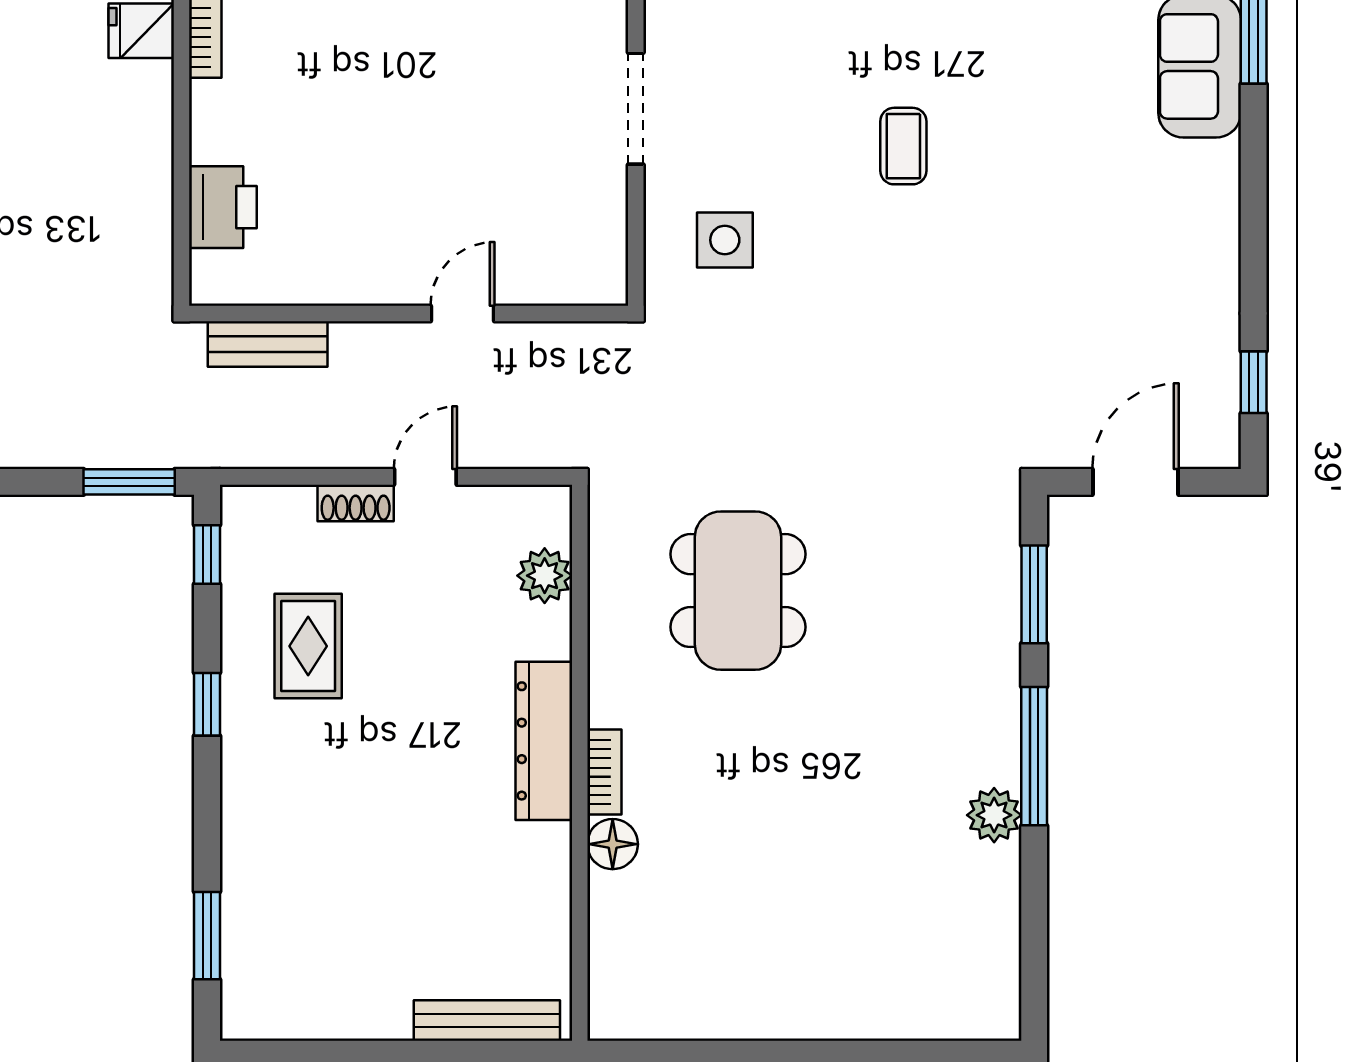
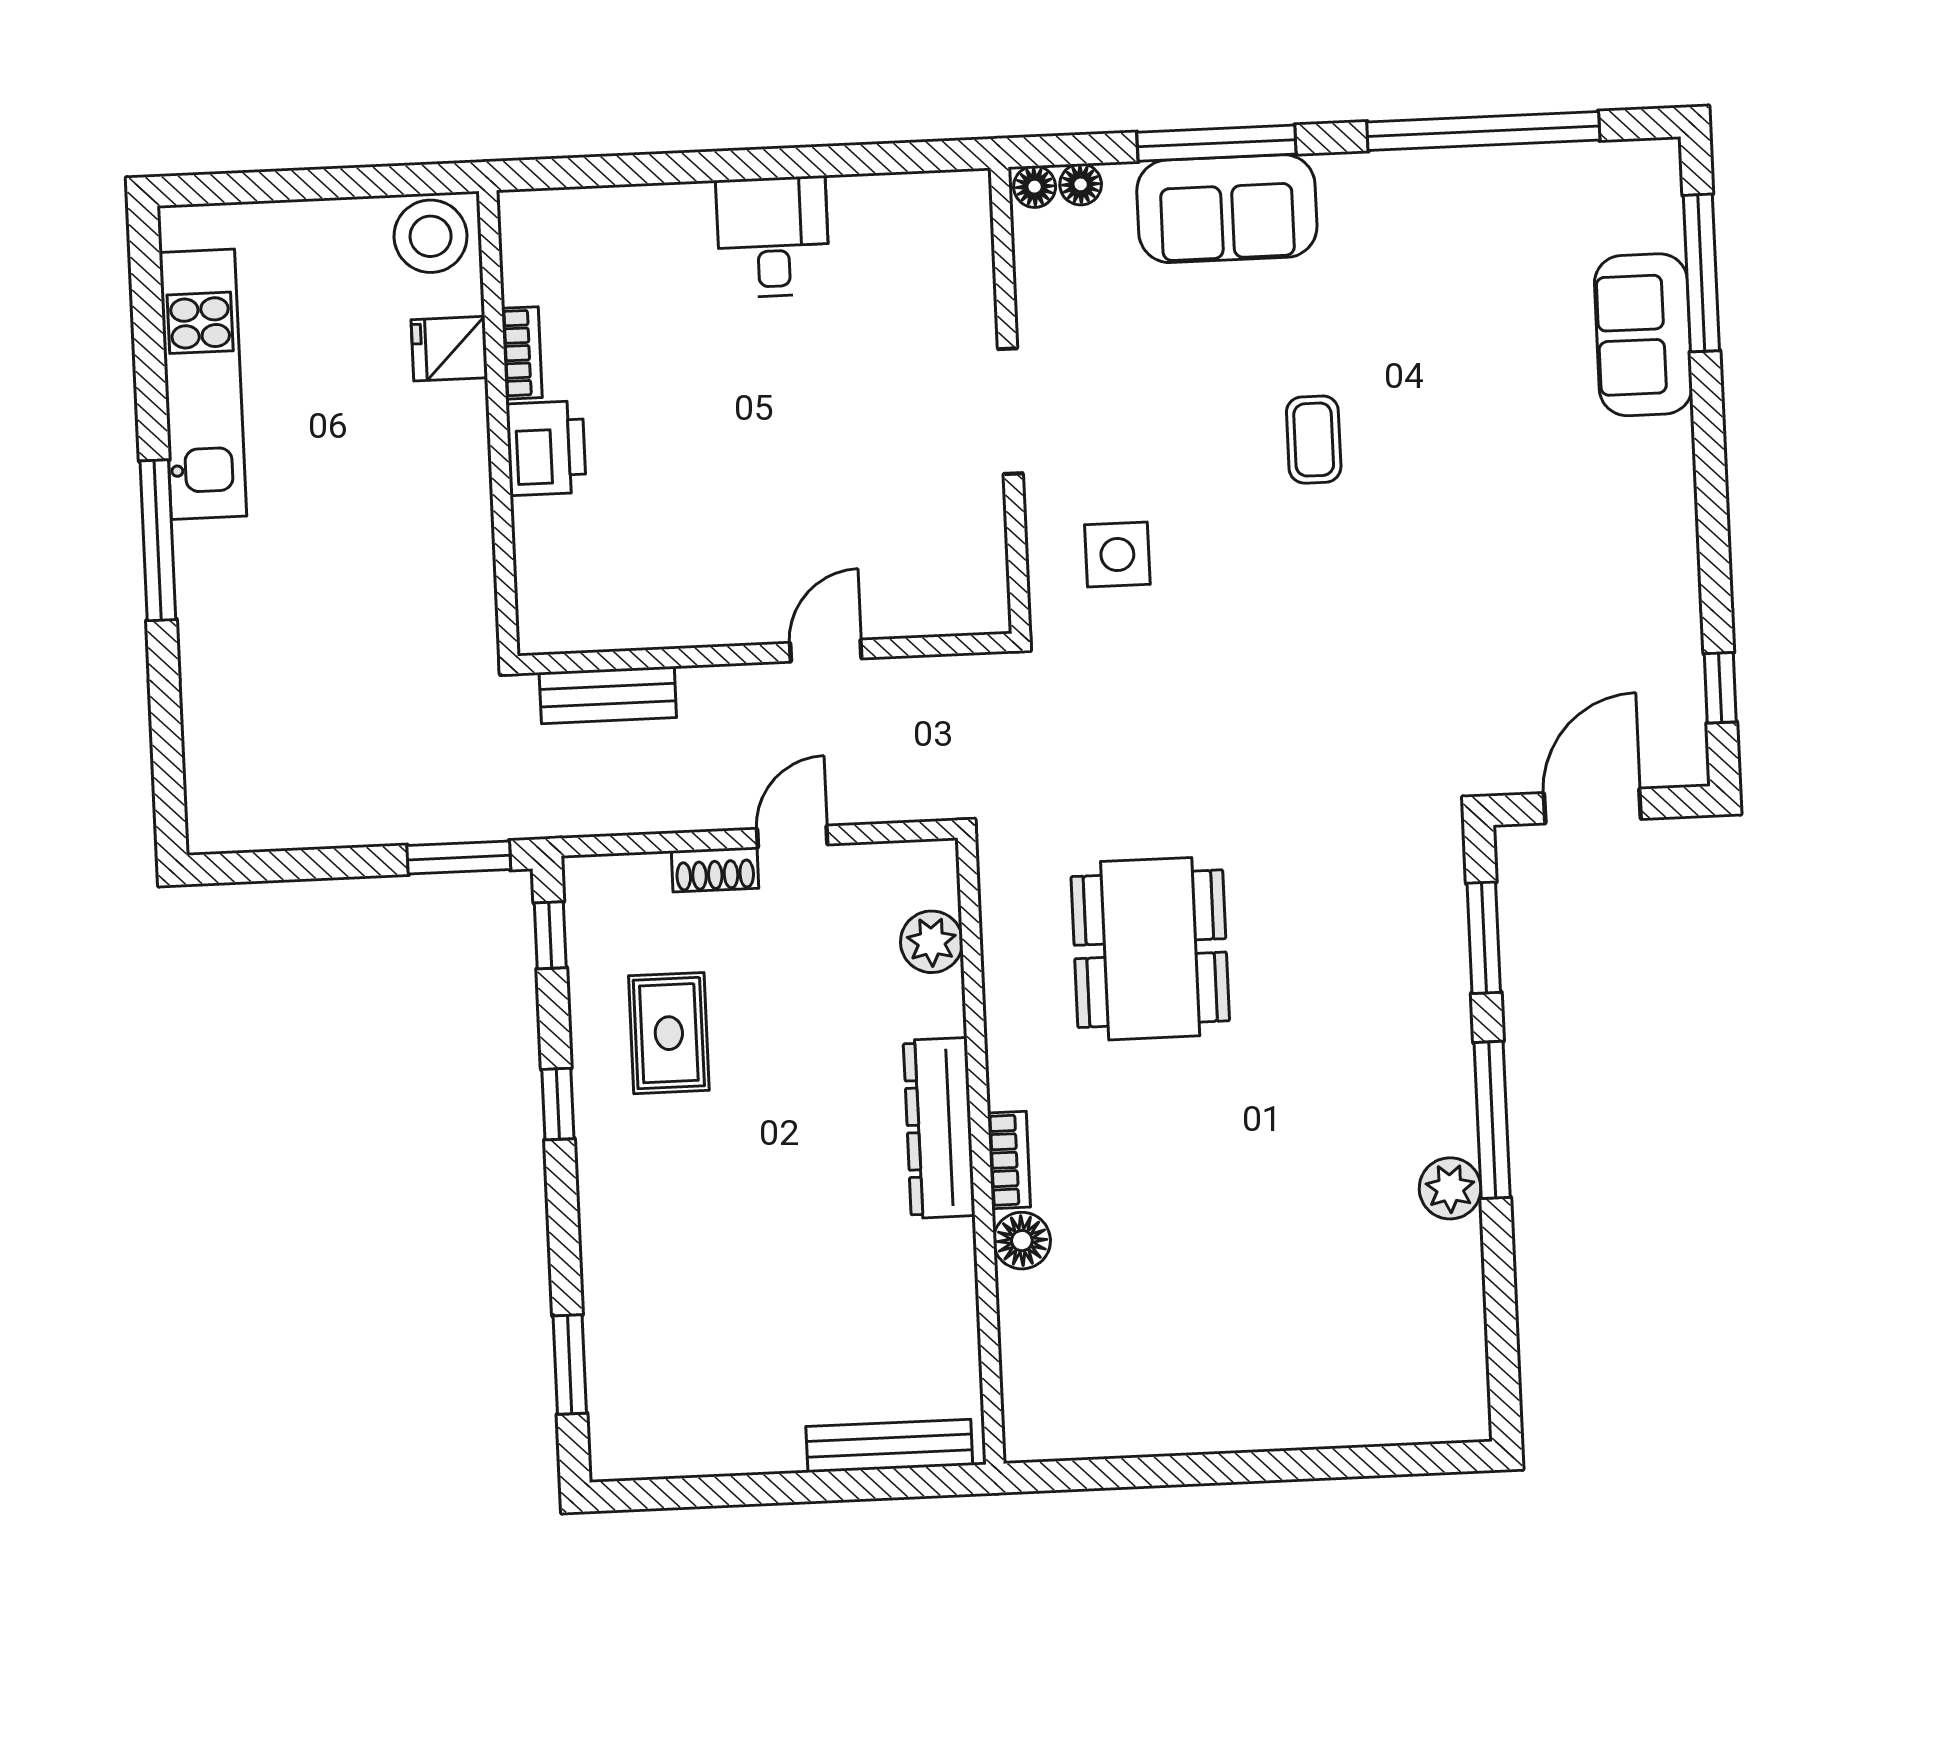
printer: (223, 207) -> (546, 448), moved

